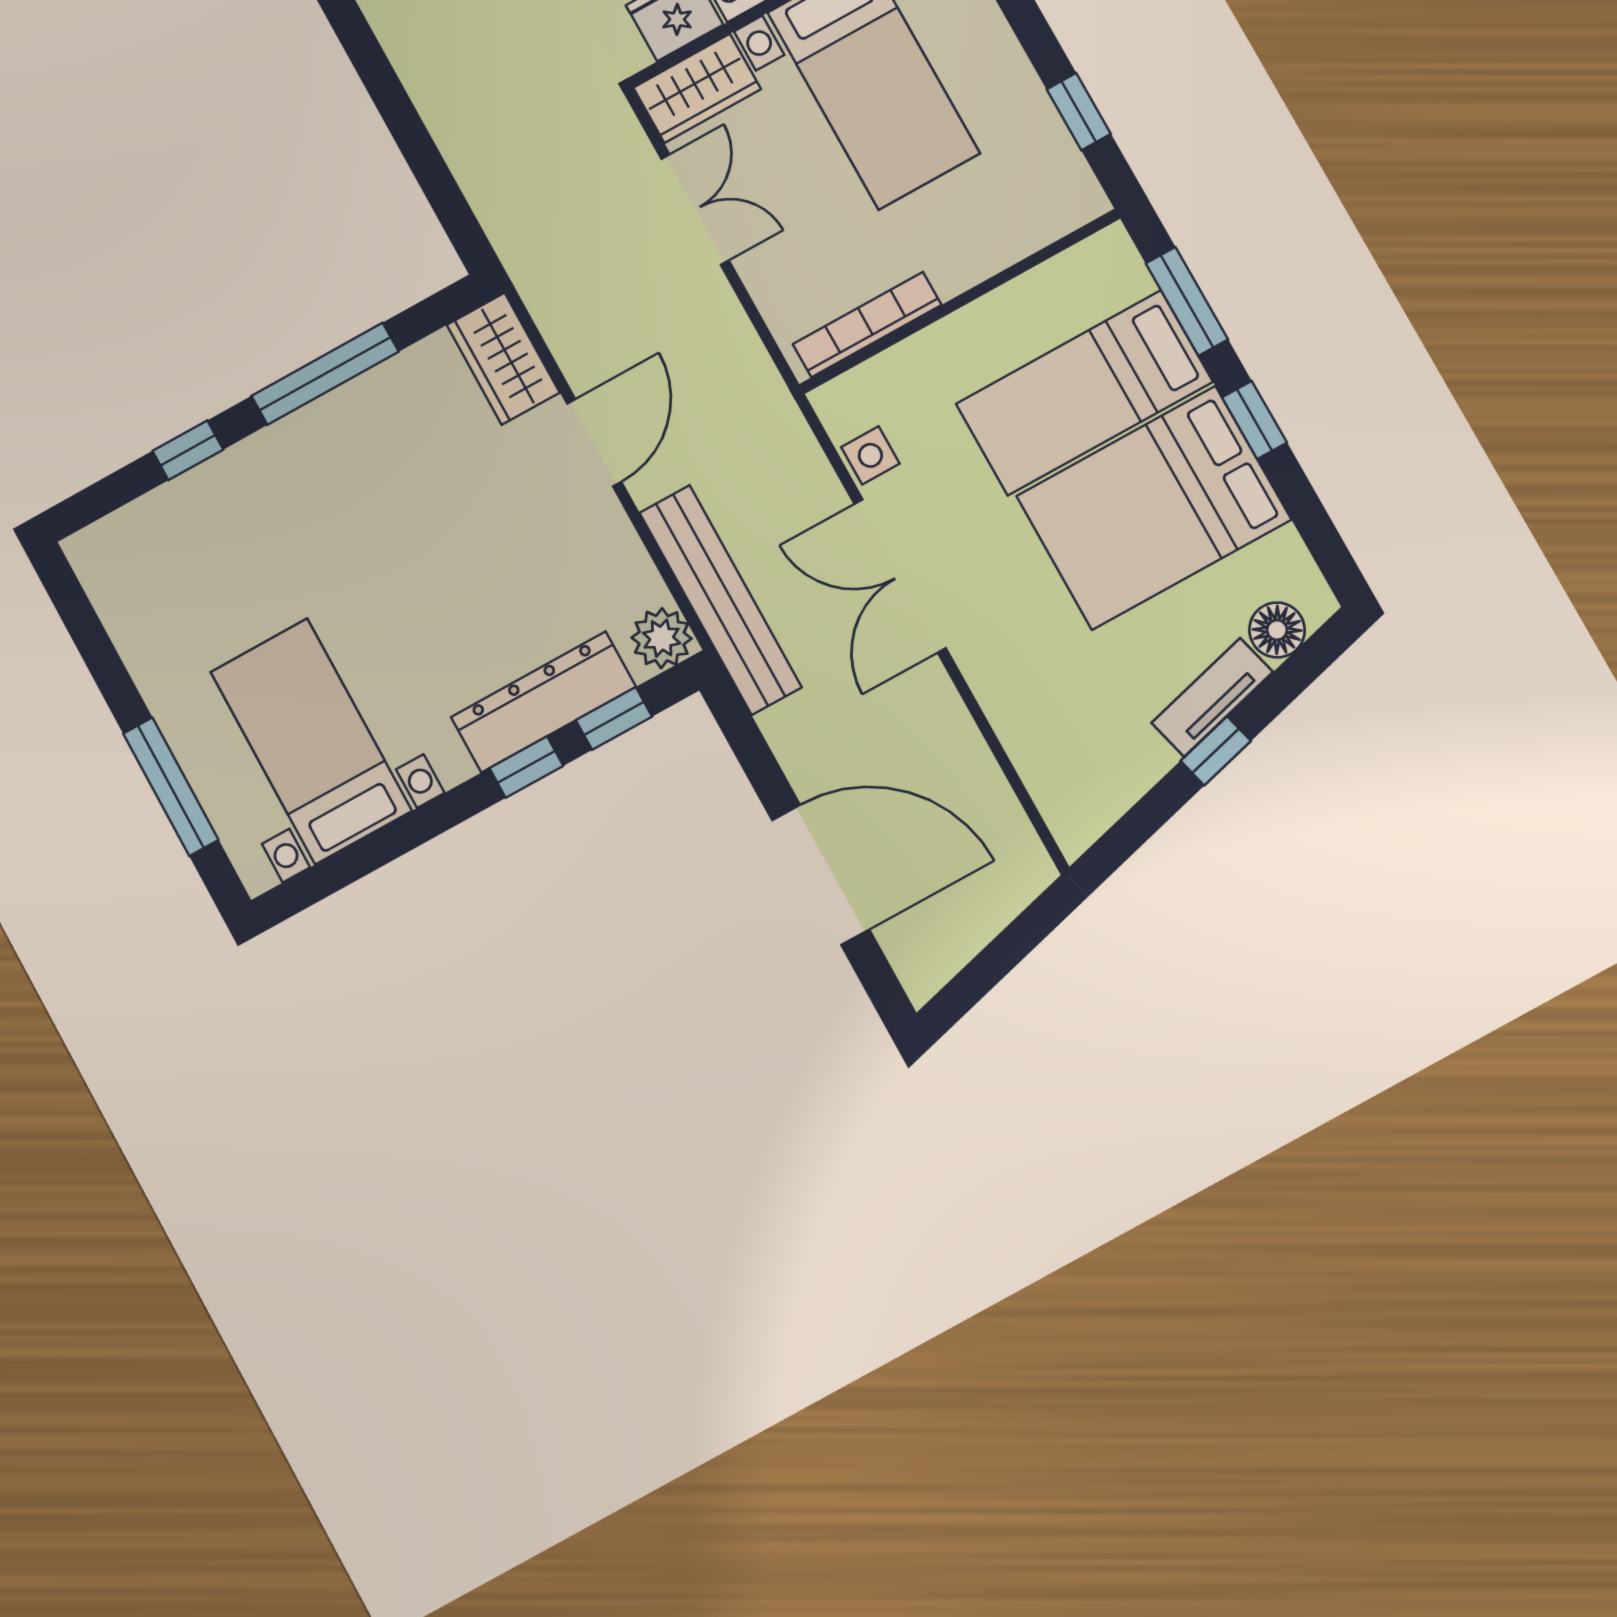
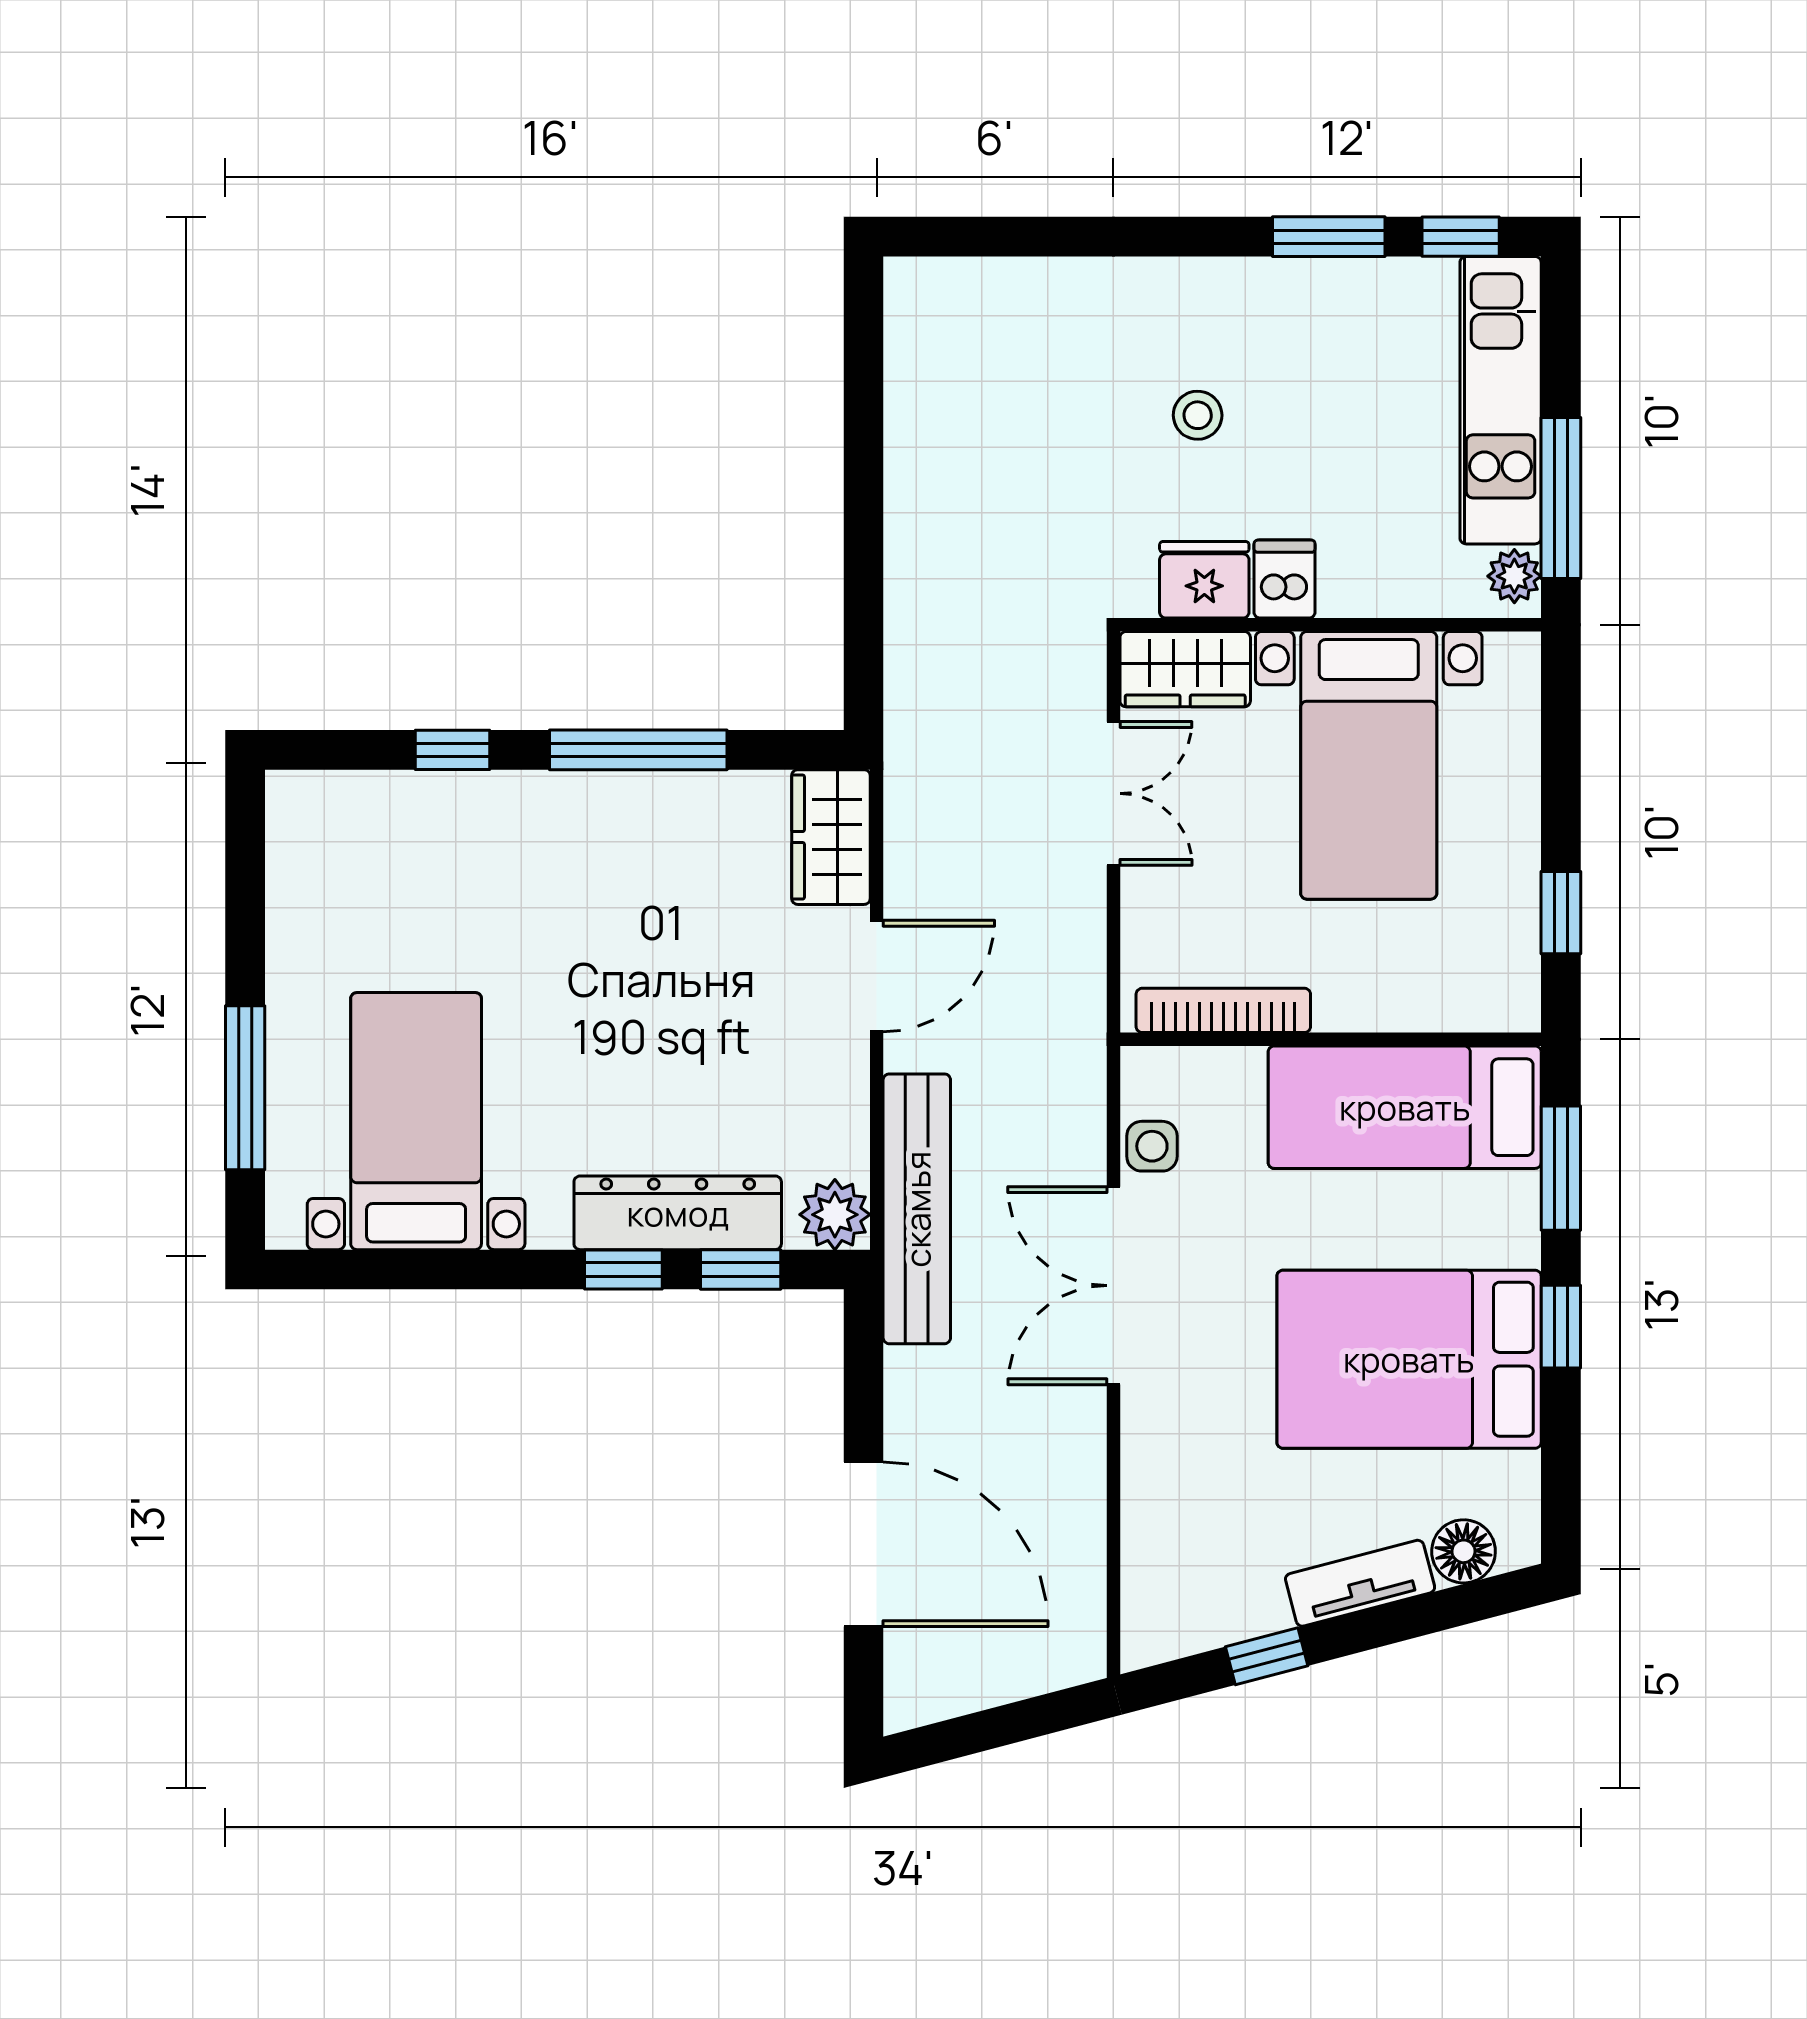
bed: (1084, 393) -> (1405, 1107), moved
window: (1216, 751) -> (1267, 1656), moved

